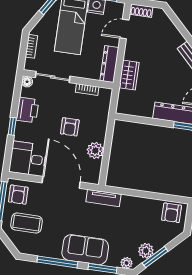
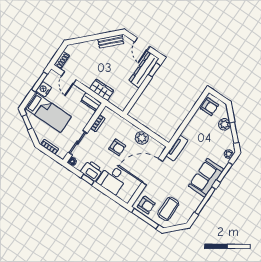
dresser: (109, 64) -> (91, 102), width x0.70
window: (12, 126) -> (88, 180), moved
desk: (28, 159) -> (113, 178), moved
plant: (146, 251) -> (224, 124), moved

